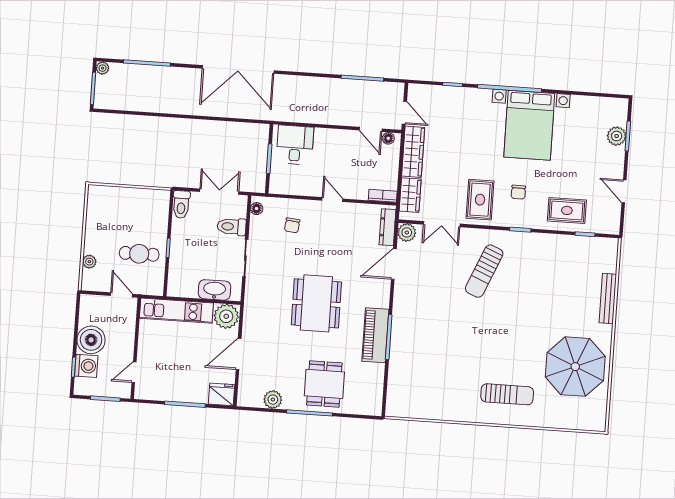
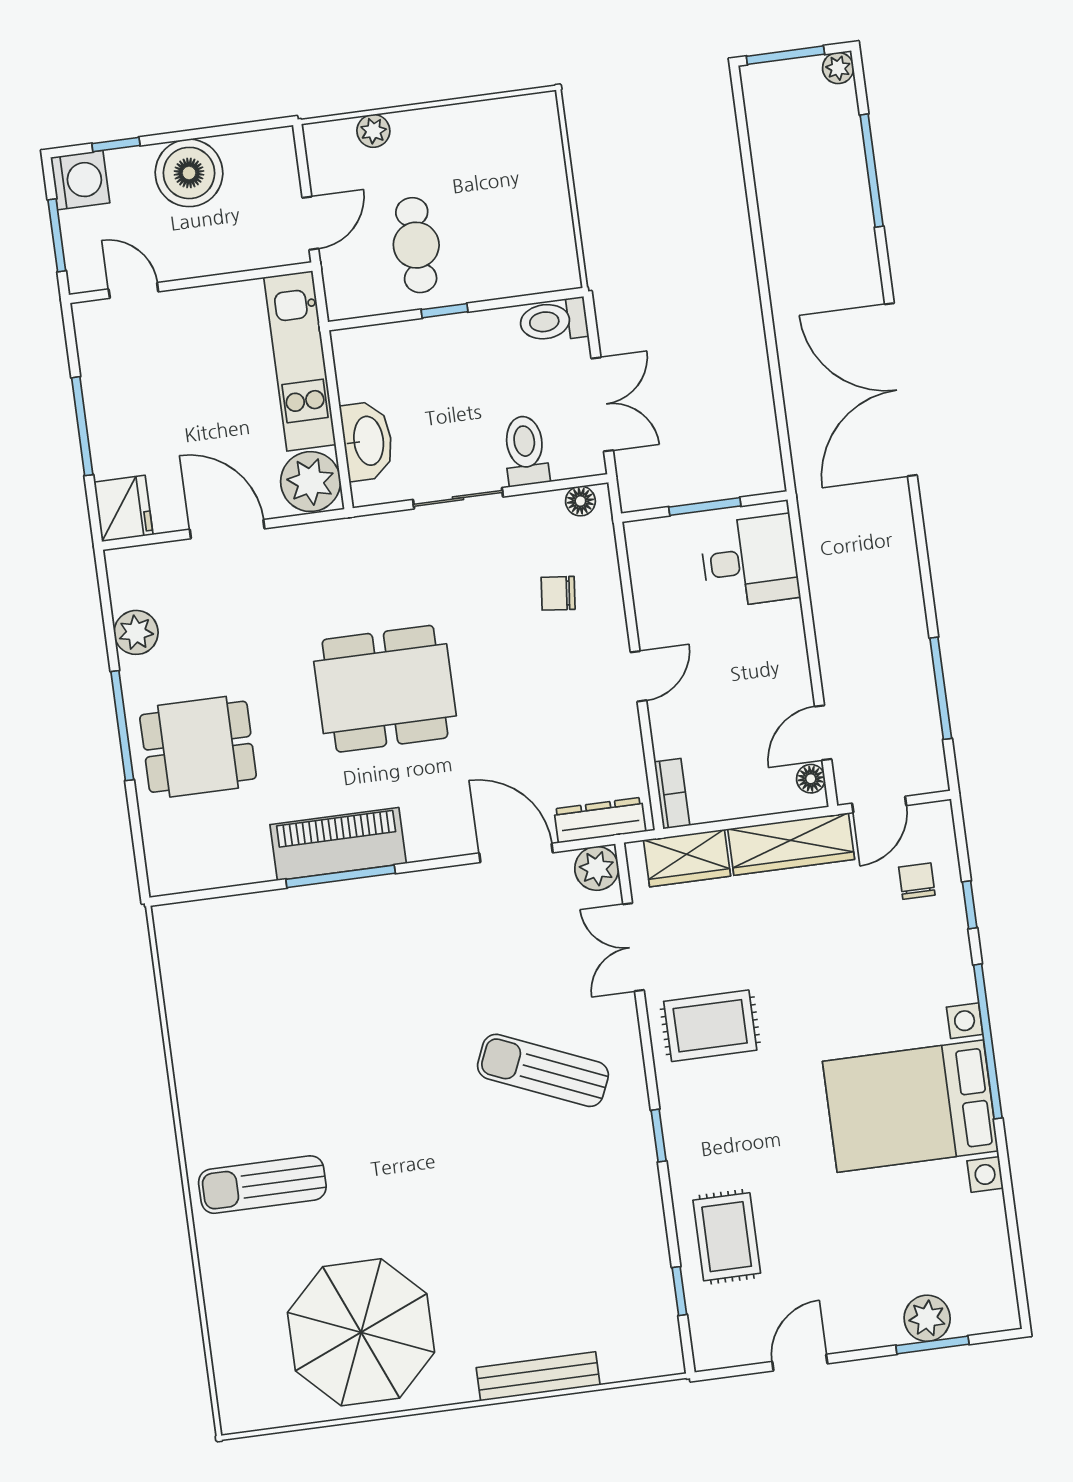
chair: (518, 192) -> (917, 881), moved, turned 90
washing machine: (86, 366) -> (80, 180), moved, turned -90
sun lounger: (507, 394) -> (262, 1185), turned 90

